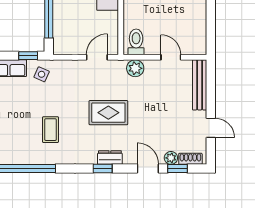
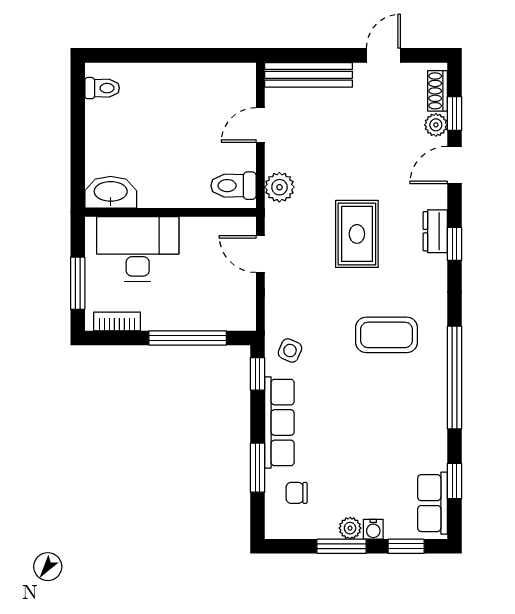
coffee table: (50, 130) -> (386, 335), width x1.36, depth x1.30

